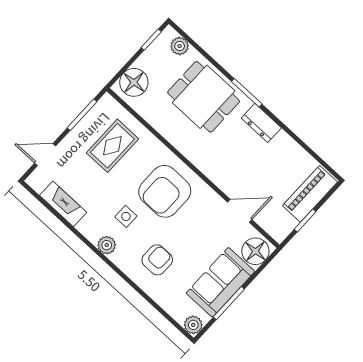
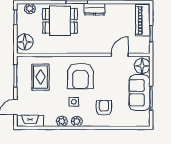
fireplace: (63, 204) -> (30, 121), moved
plant: (193, 325) -> (62, 121), moved

